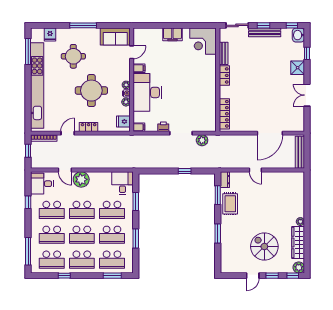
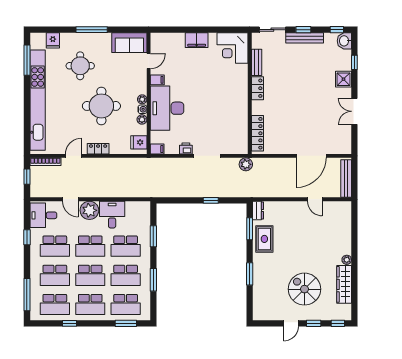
plant: (202, 140) -> (246, 164), moved
door: (255, 170) -> (315, 199), moved
desk: (122, 183) -> (112, 215), moved
plant: (299, 267) -> (345, 314), removed

